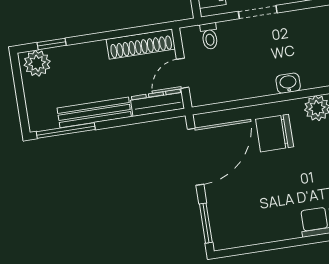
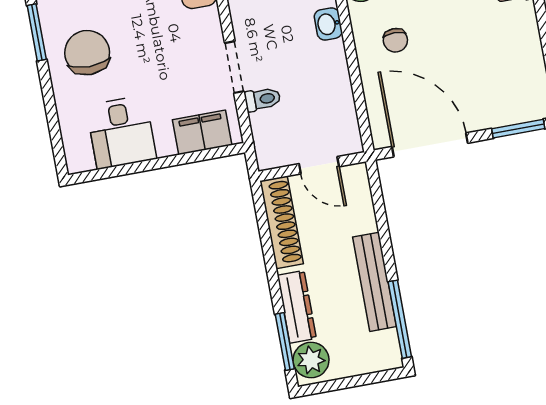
toilet: (209, 36) -> (263, 99), moved
window: (52, 44) -> (285, 341), width x1.50
dresser: (157, 103) -> (297, 307), moved, turned 180
chair: (275, 133) -> (395, 40), width x0.54, depth x0.54

